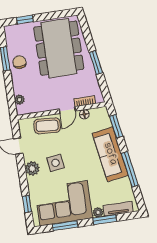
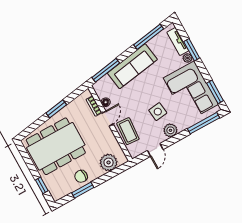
plant: (19, 100) -> (109, 162), width x1.88, depth x1.88
door: (67, 110) -> (107, 119), hinge flipped
window: (116, 126) -> (106, 70), width x1.44
window: (130, 169) -> (149, 37), moved
window: (27, 204) -> (203, 123), width x2.17
window: (65, 226) -> (215, 92), moved

